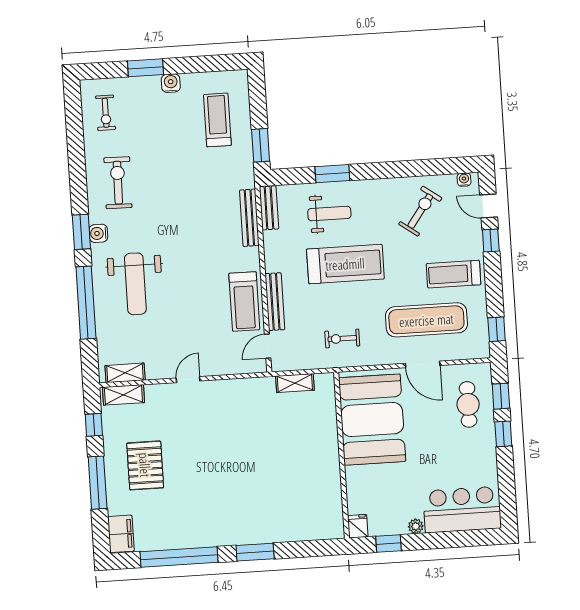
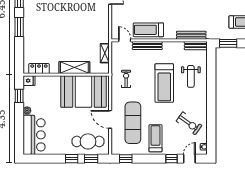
window: (332, 174) -> (211, 79), removed
door: (423, 364) -> (110, 119), hinge flipped
cafe table: (468, 404) -> (88, 141), width x1.37, depth x1.35
shelving: (327, 440) -> (74, 68), added
locker: (333, 508) -> (39, 69), added

